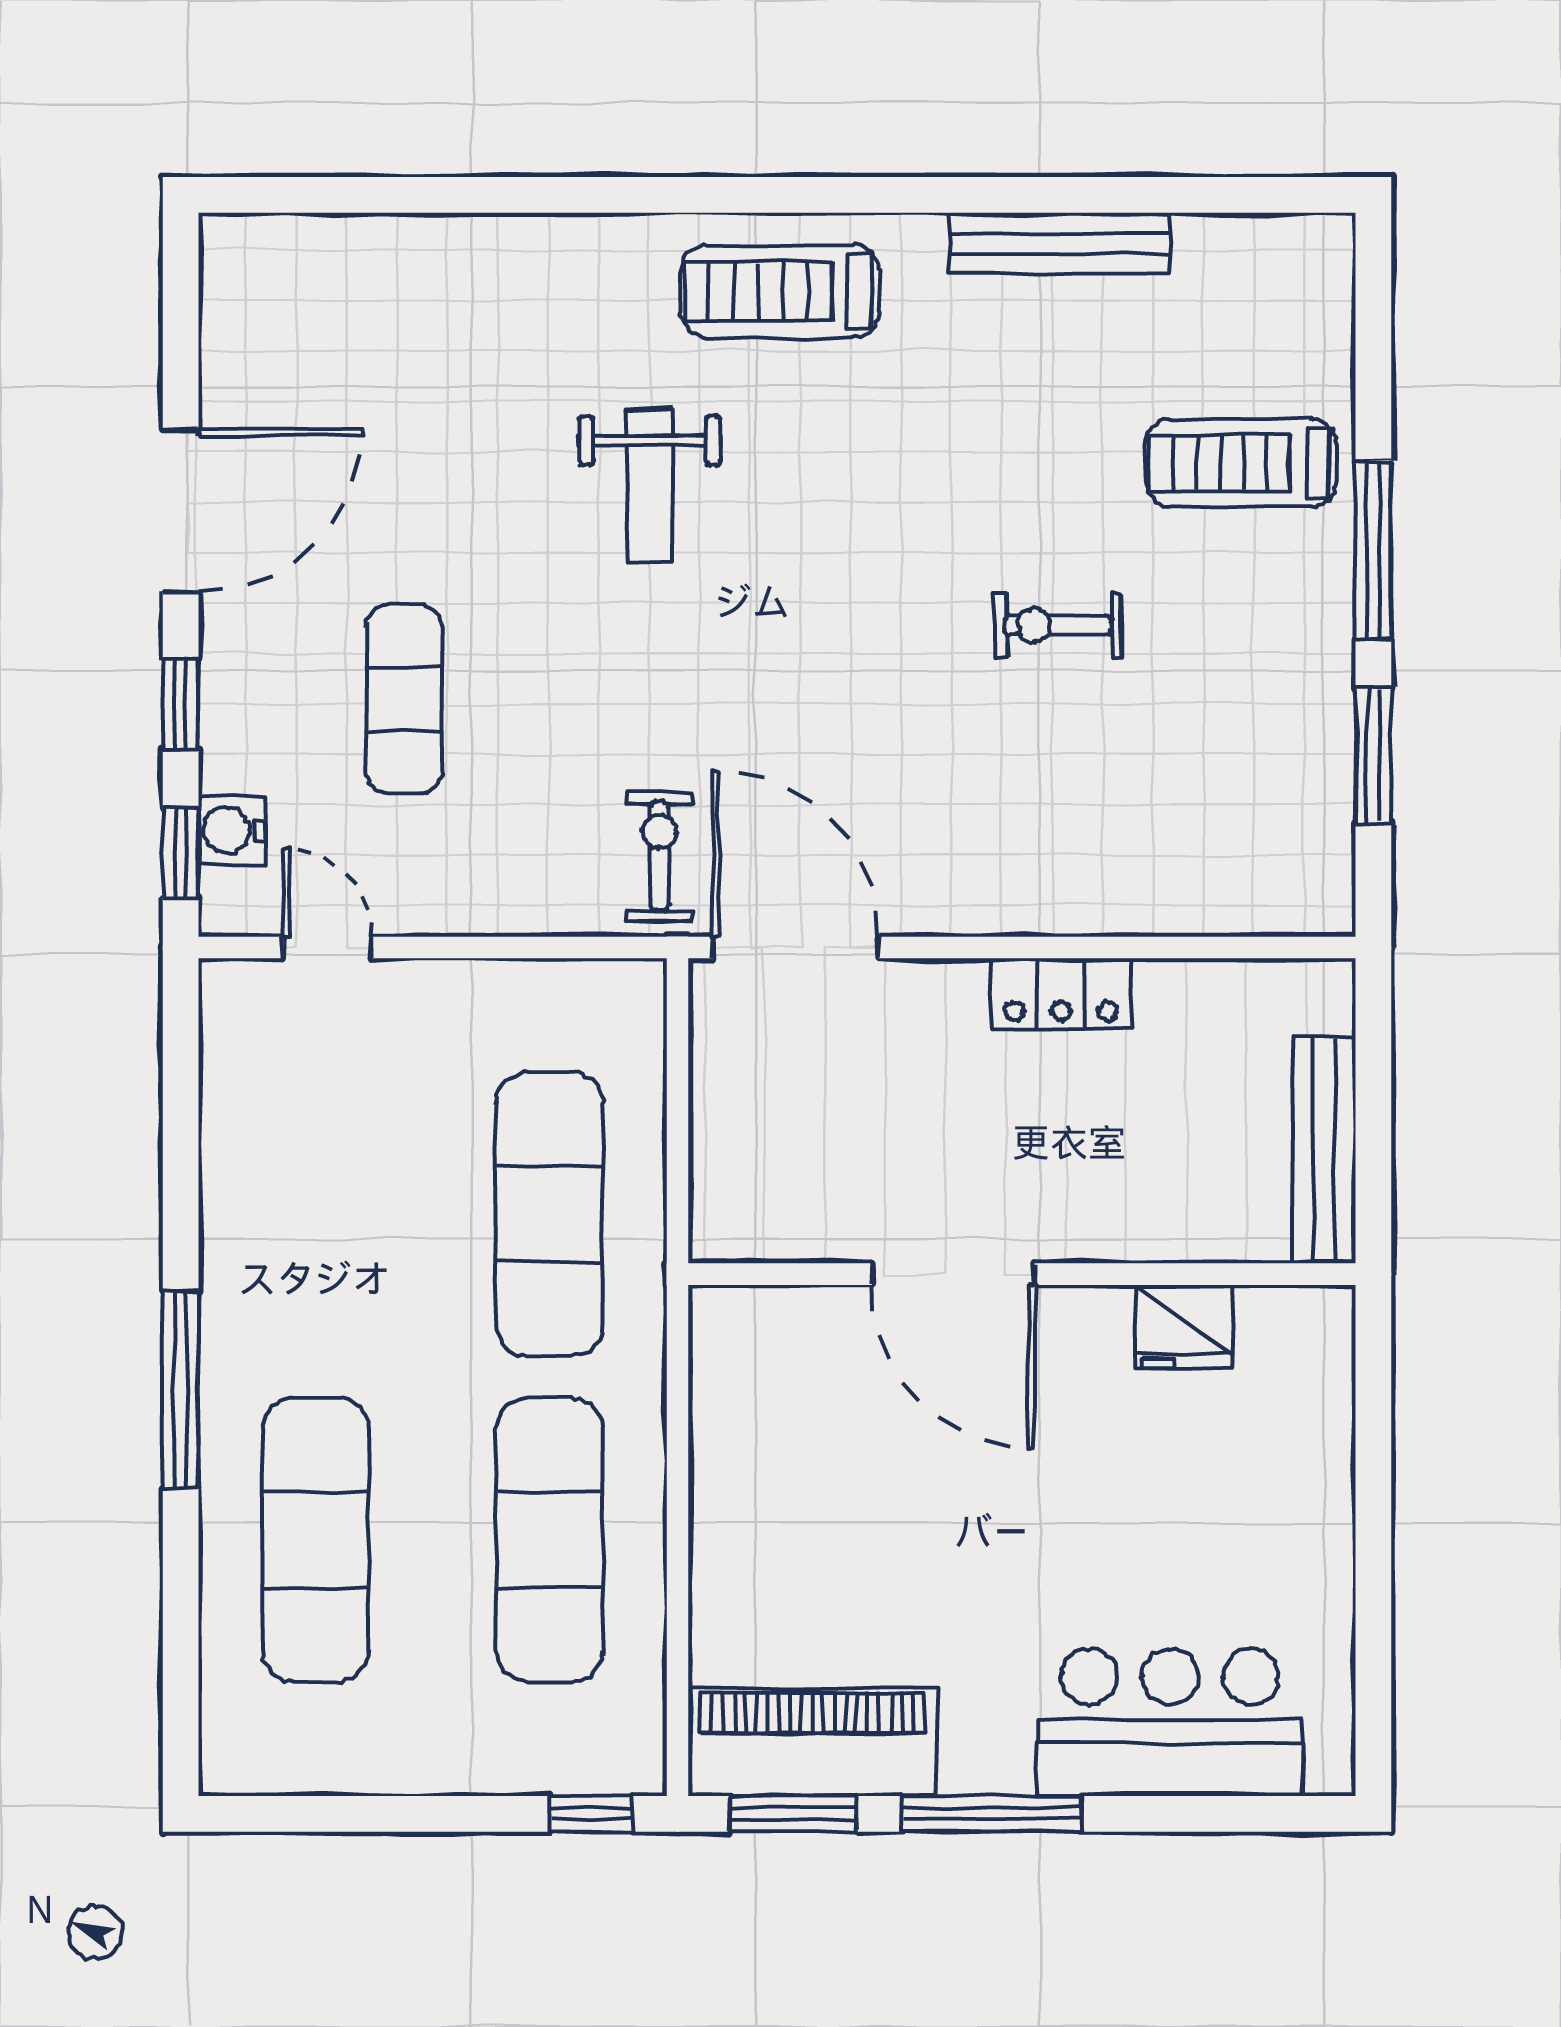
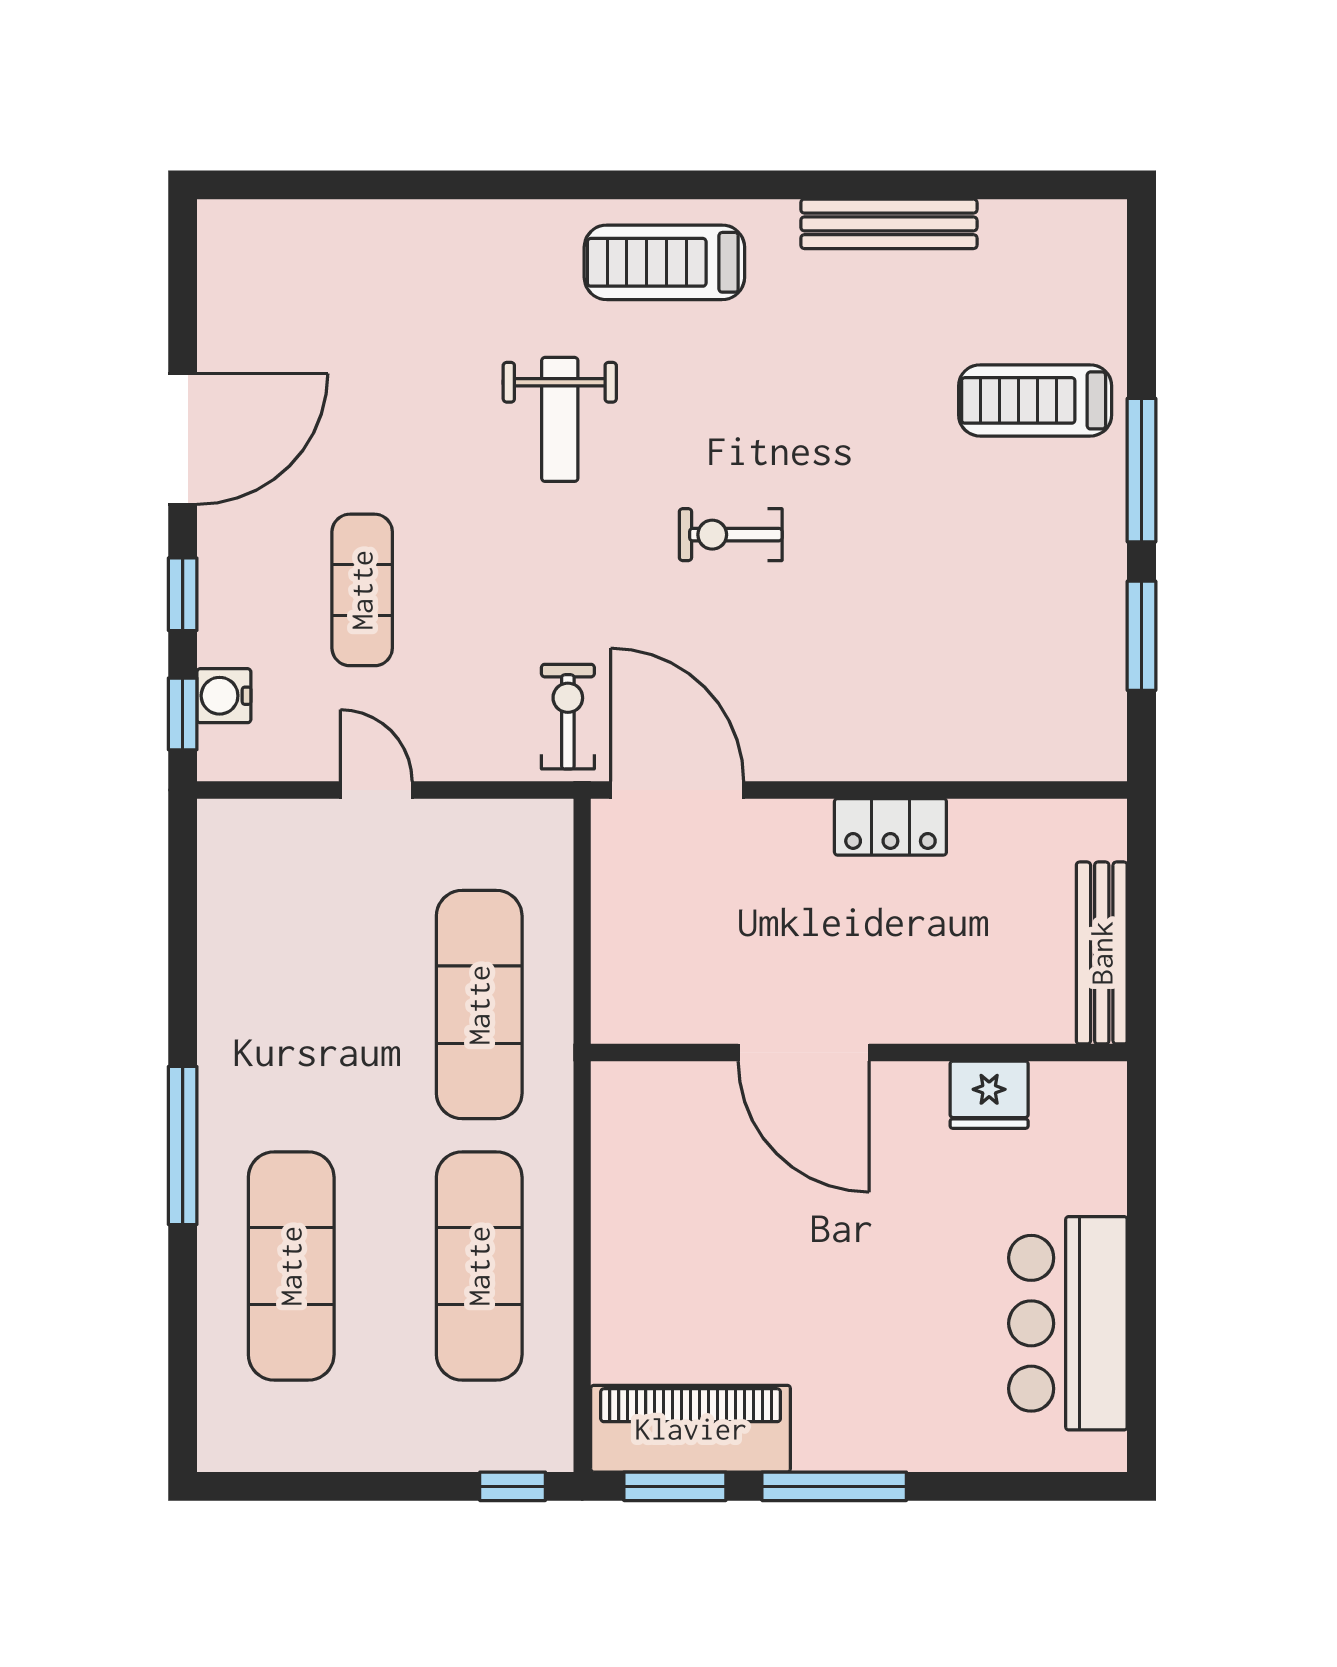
exercise bike: (1058, 625) -> (731, 535), moved
door: (328, 948) -> (376, 790), moved
bar counter: (1170, 1722) -> (1068, 1323), moved, turned -90

